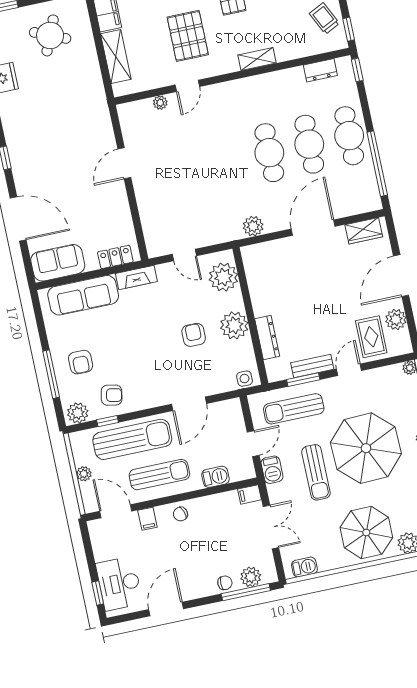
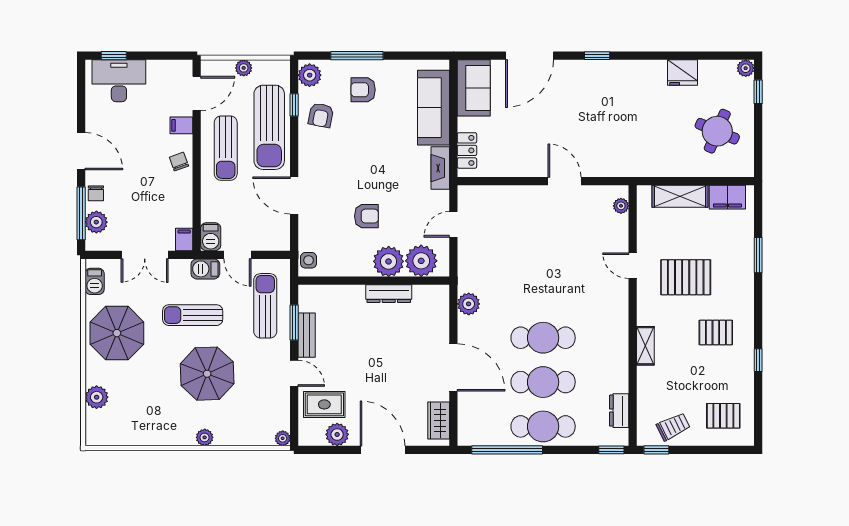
plant: (160, 103) -> (621, 206), moved
plant: (234, 325) -> (389, 261), moved
dresser: (267, 338) -> (389, 294), moved
parasol: (366, 448) -> (207, 374), width x0.73, depth x0.73
barbecue: (215, 477) -> (211, 237), moved
parasol: (366, 532) -> (117, 333), moved
door: (166, 609) -> (81, 151), moved

